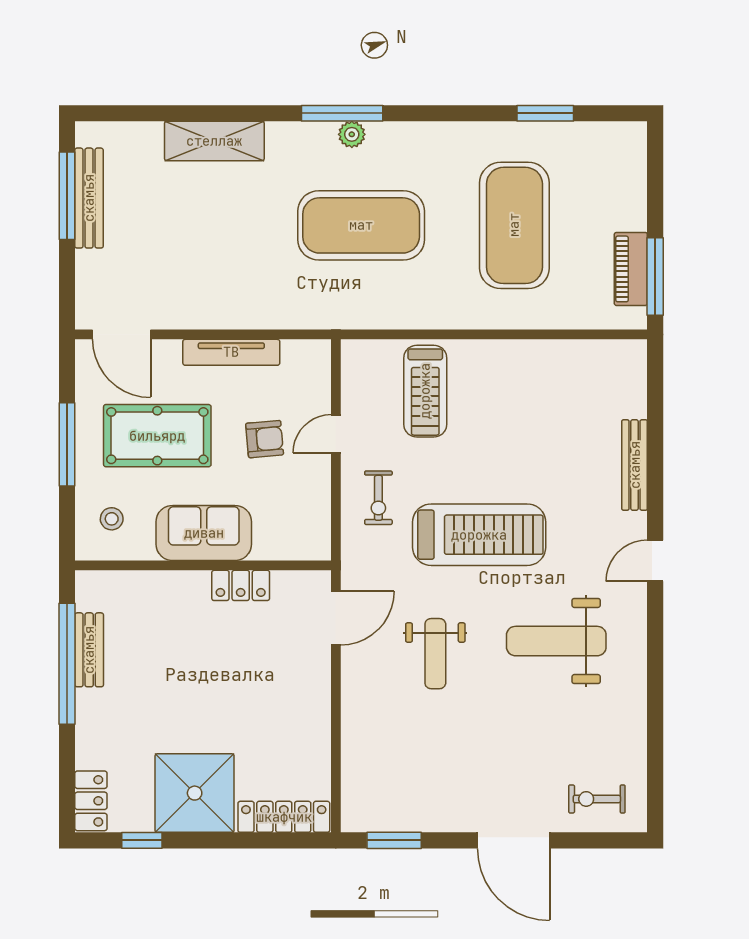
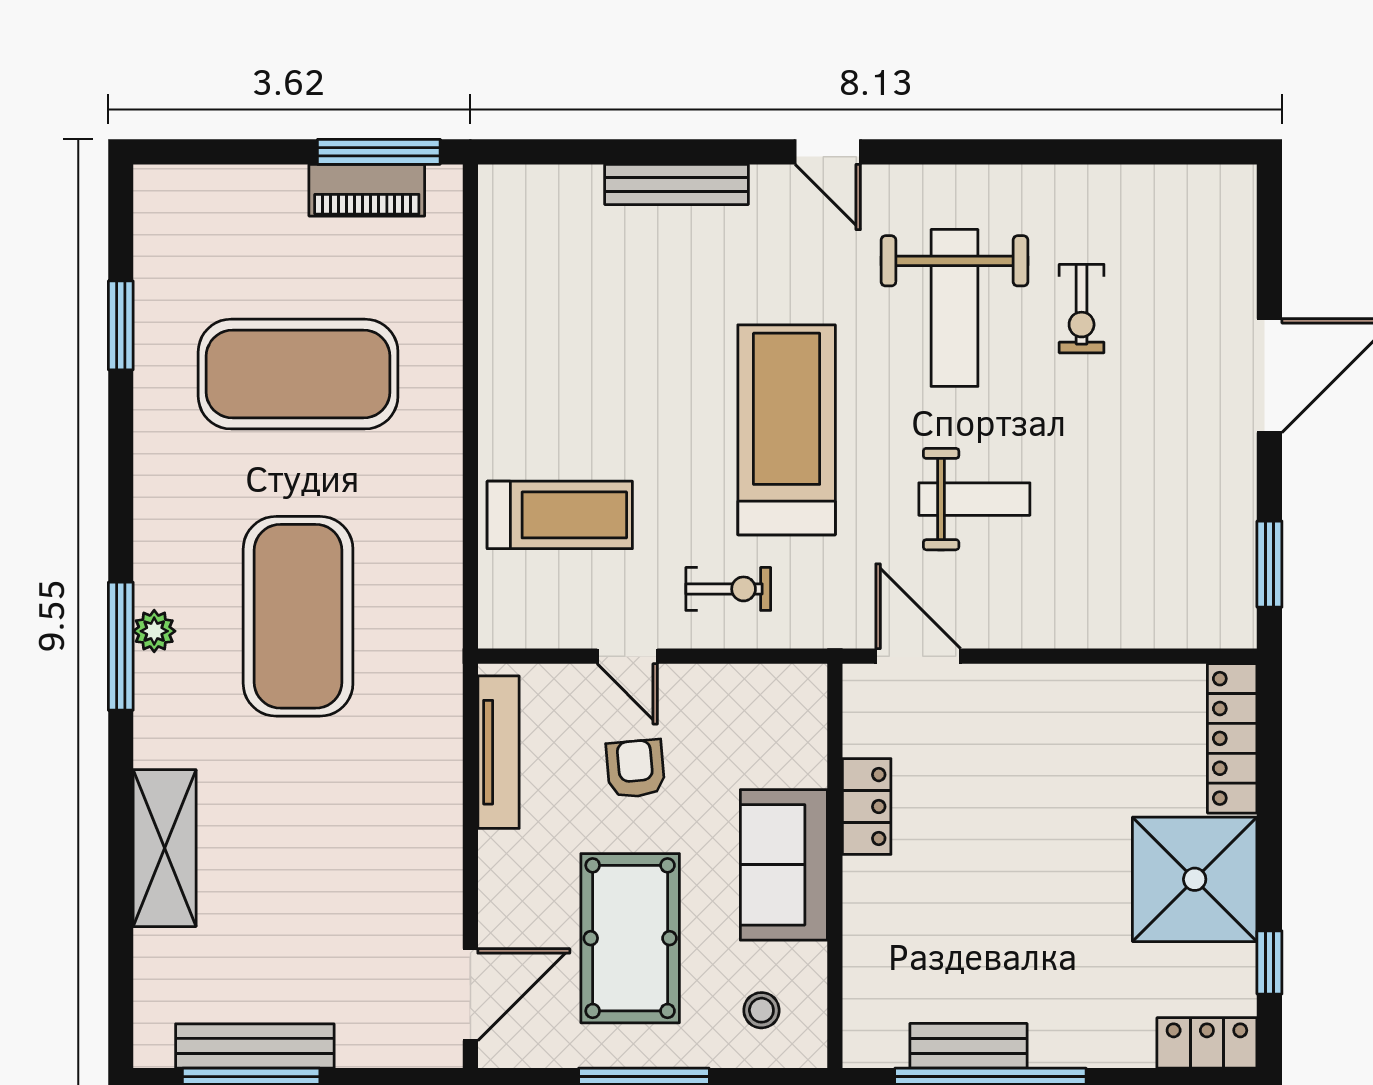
tv unit: (231, 352) -> (498, 752), moved
exercise bike: (597, 799) -> (1082, 309), moved

